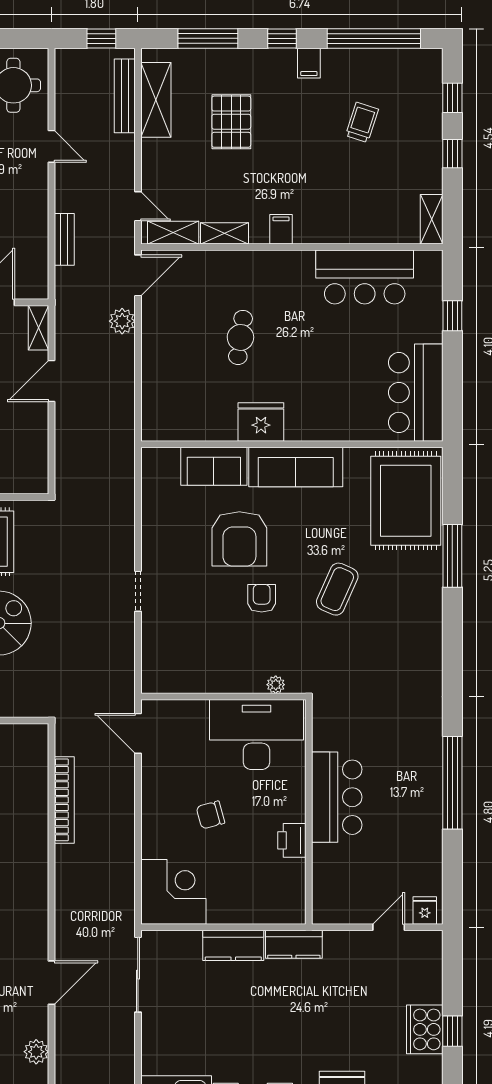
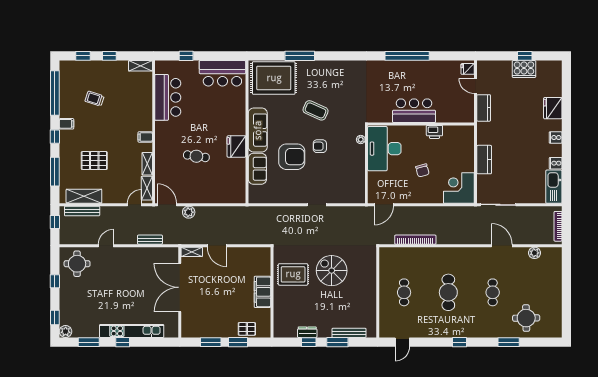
kitchen counter: (294, 944) -> (484, 108), moved

